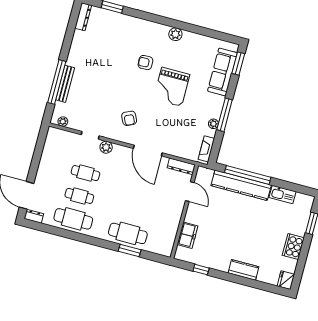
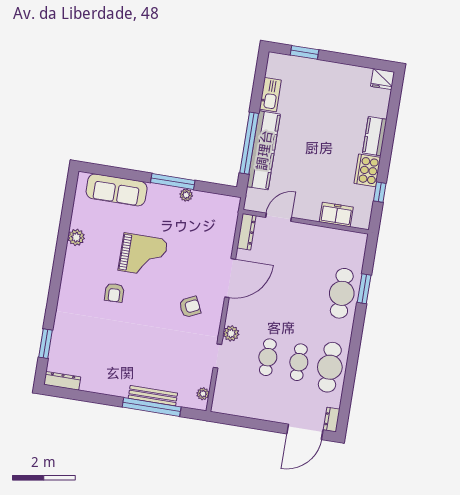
plant: (175, 34) -> (76, 237), moved
window: (238, 63) -> (103, 170), removed
fireplace: (206, 149) -> (220, 201), removed
cooker: (293, 247) -> (367, 170), moved, turned 90

